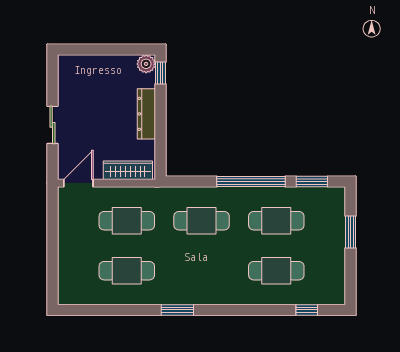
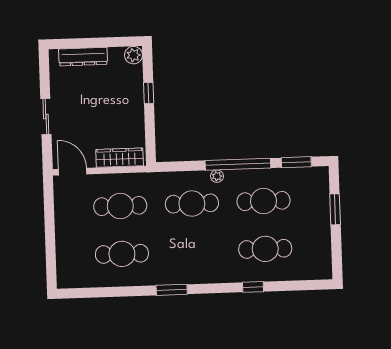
window: (160, 73) -> (149, 93), moved
dresser: (146, 114) -> (83, 57), moved, turned -90
door: (78, 183) -> (73, 172), hinge flipped
plant: (229, 193) -> (217, 176), added
window: (307, 310) -> (253, 287), moved

